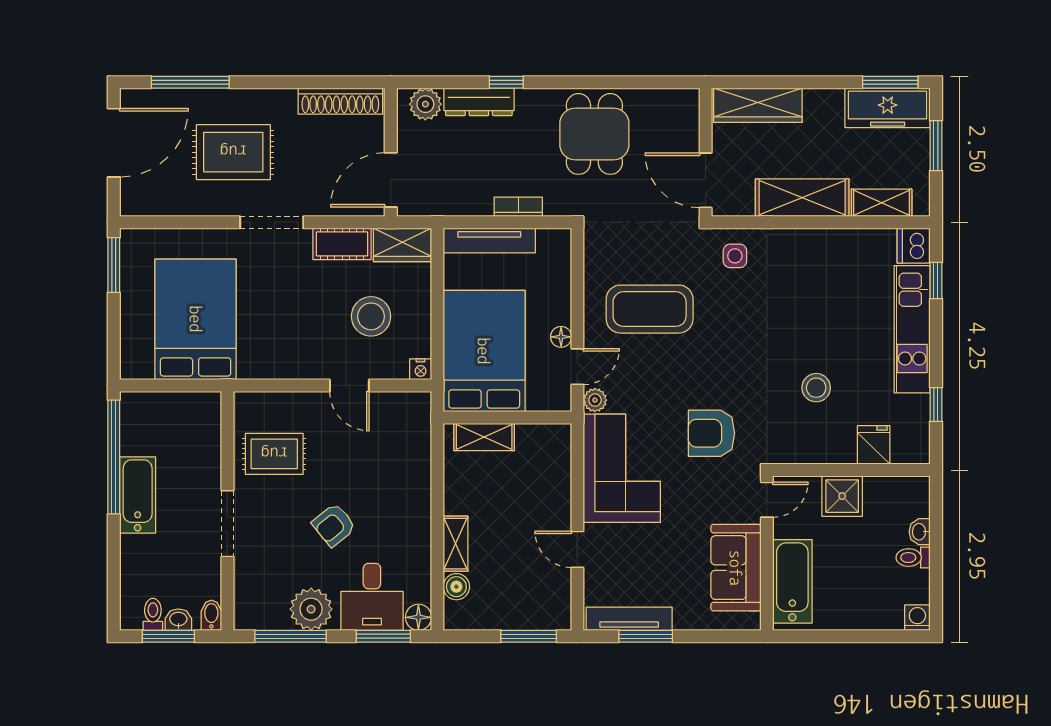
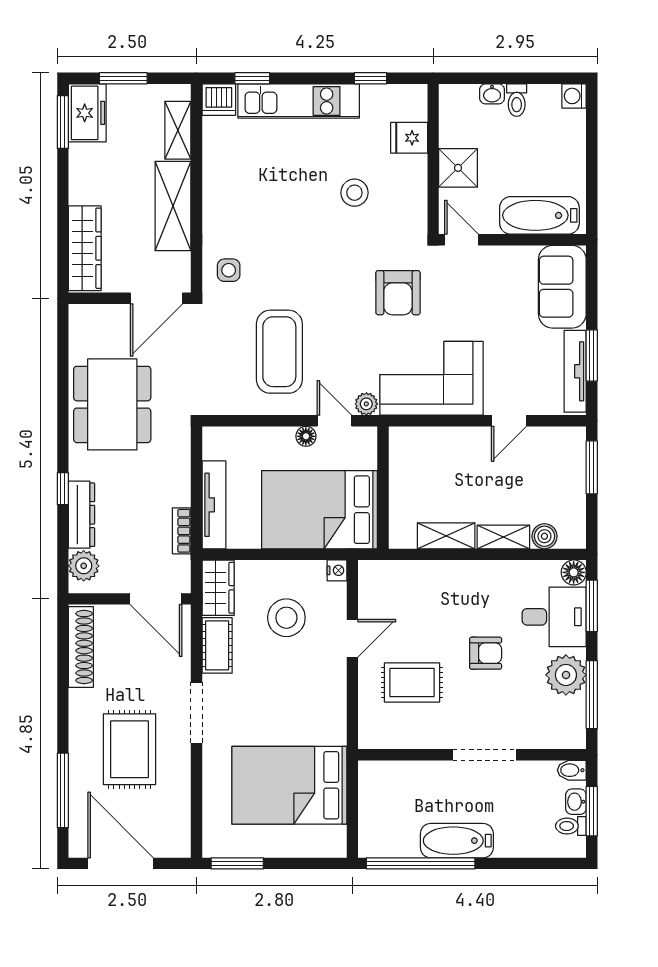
freezer: (888, 108) -> (87, 113), width x0.71
dining table: (594, 134) -> (112, 404), width x1.38
bookcase: (518, 207) -> (182, 531), moved
shelving: (484, 437) -> (446, 536), moved, turned 90
rug: (274, 454) -> (412, 683), moved, turned 90
armchair: (334, 525) -> (486, 653), turned -51
sofa: (736, 568) -> (562, 287), moved, turned 90

